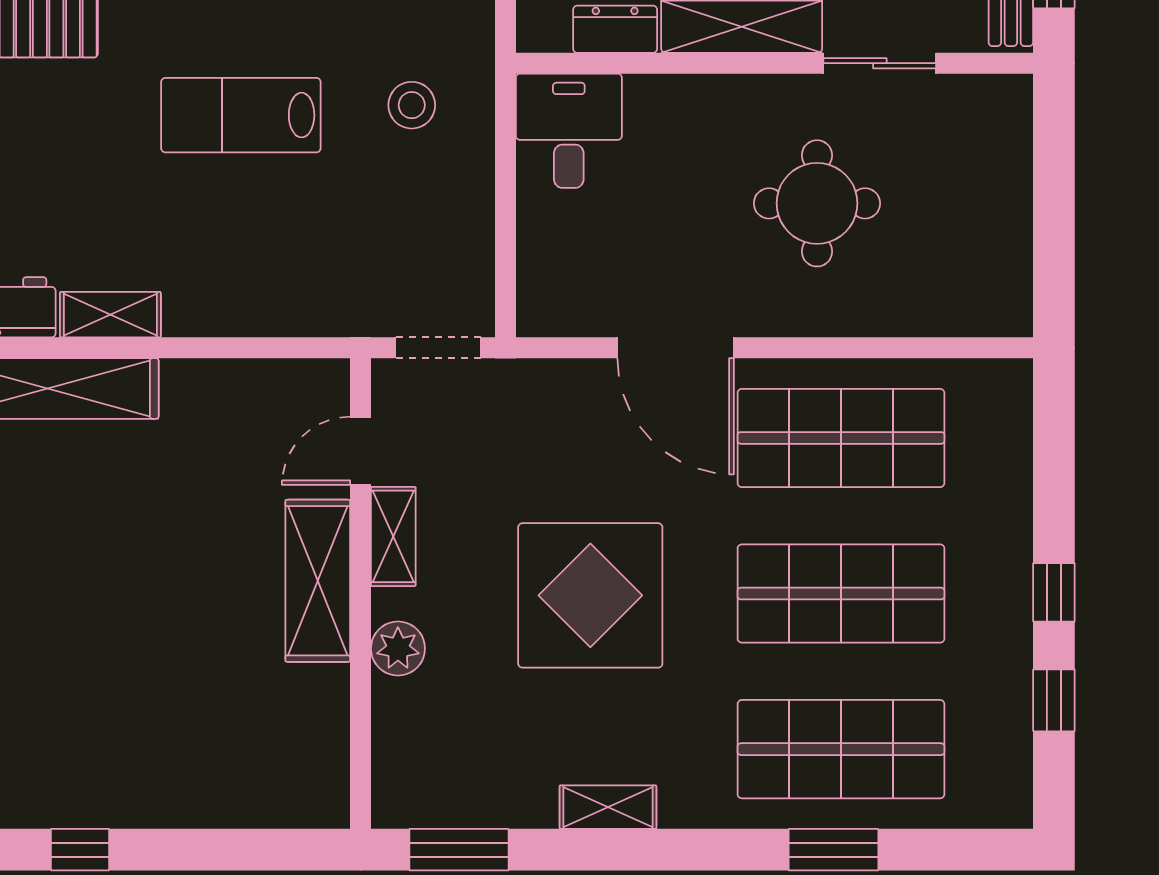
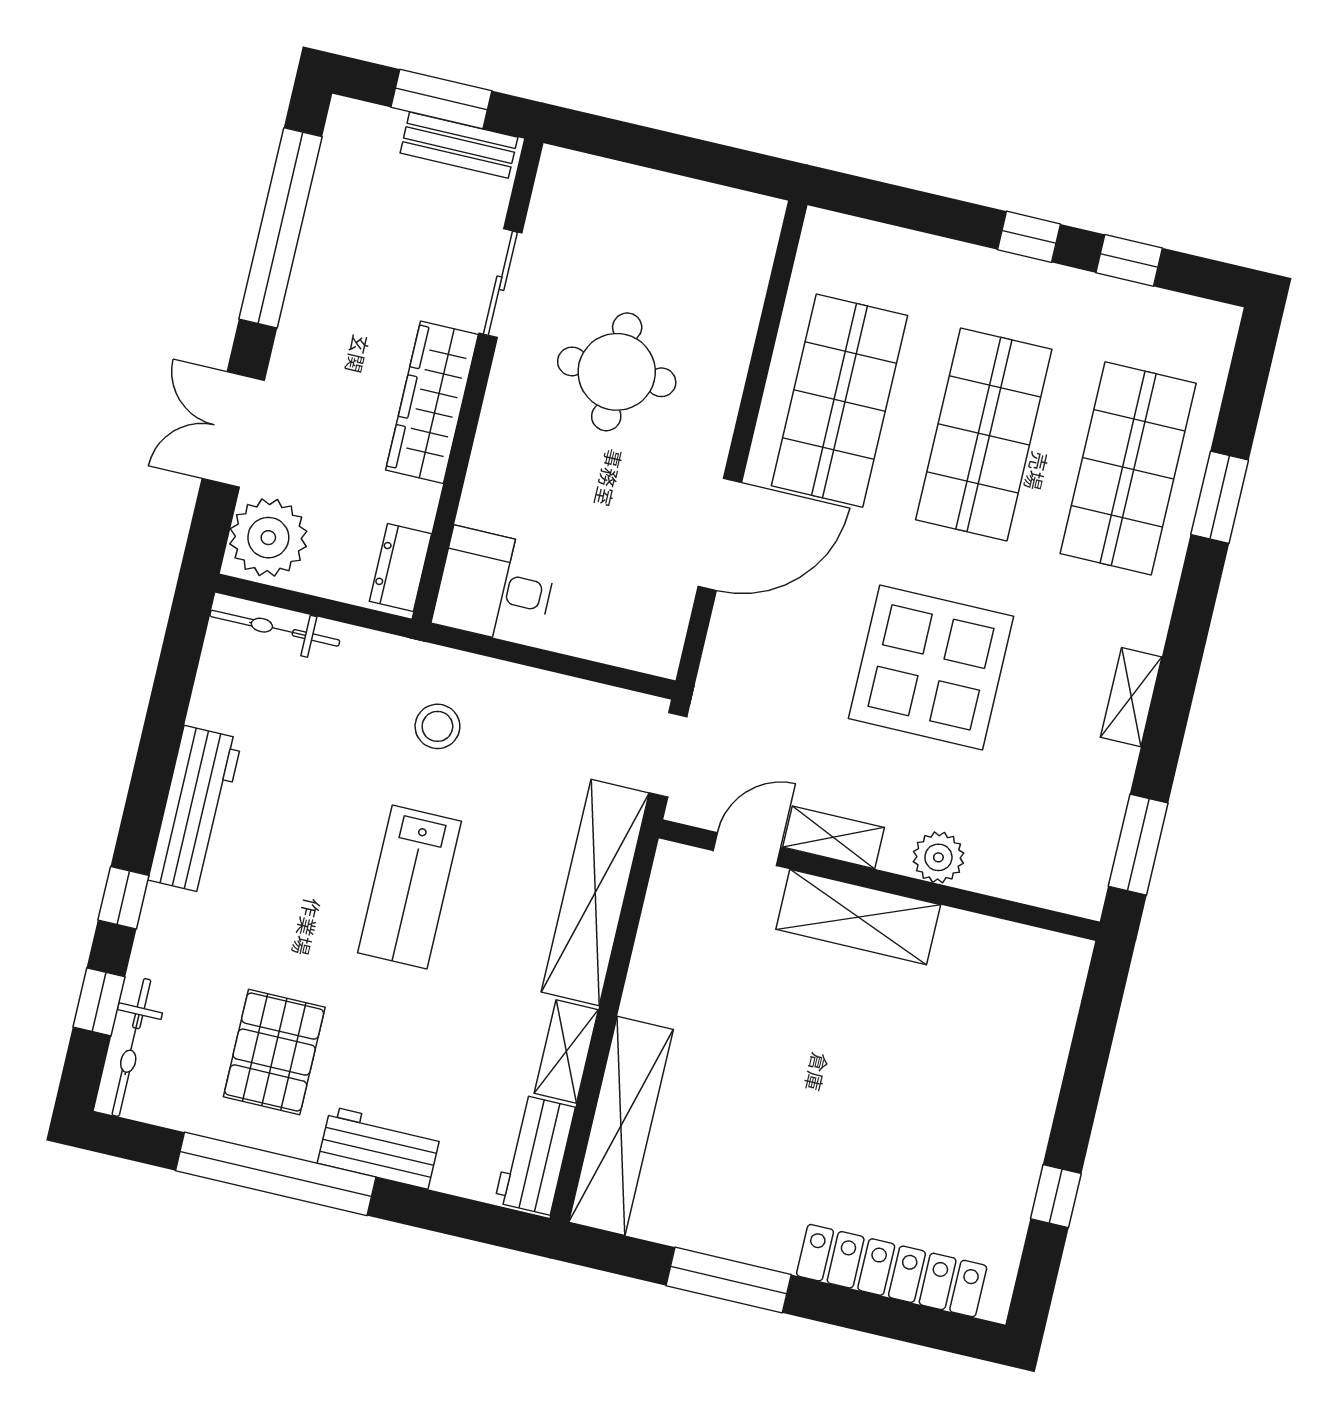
dresser: (615, 29) -> (401, 567), moved
shelving: (280, 306) -> (595, 893), added
door: (361, 451) -> (747, 849), swing flipped

